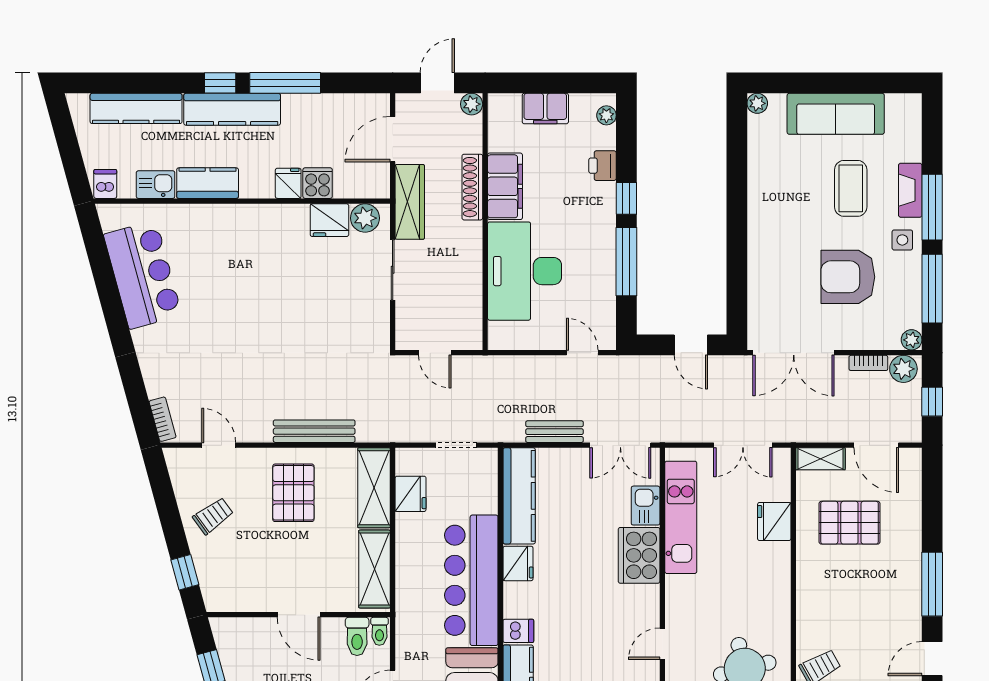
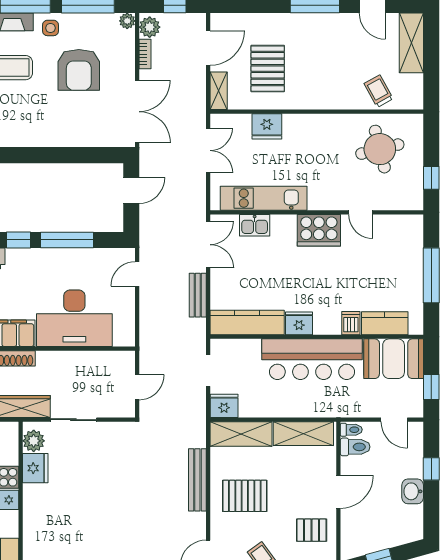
fridge: (411, 494) -> (224, 406), moved
cooker: (639, 555) -> (319, 230), moved
pallet: (249, 580) -> (312, 530), added

